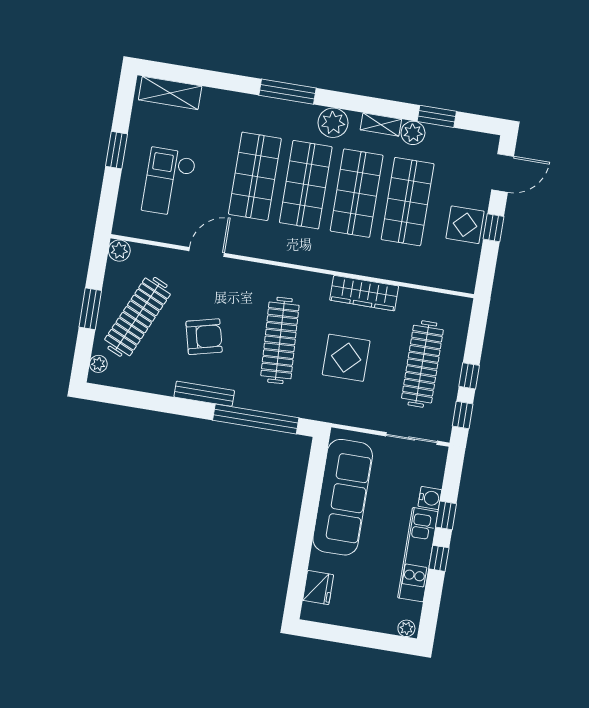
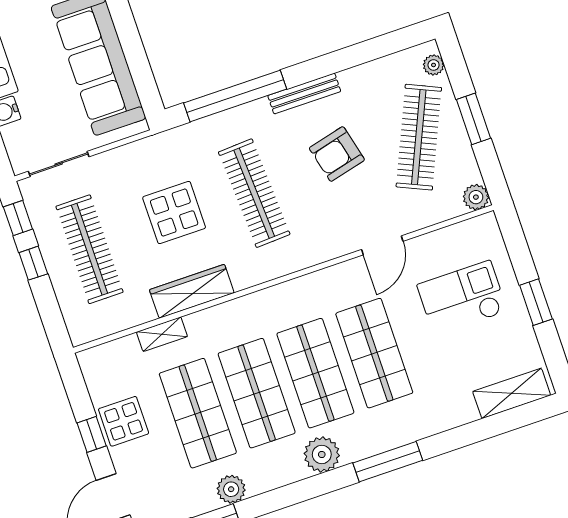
shelving: (381, 124) -> (162, 334), moved
checkout: (169, 182) -> (462, 298), turned -90

